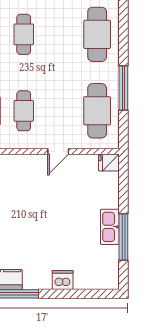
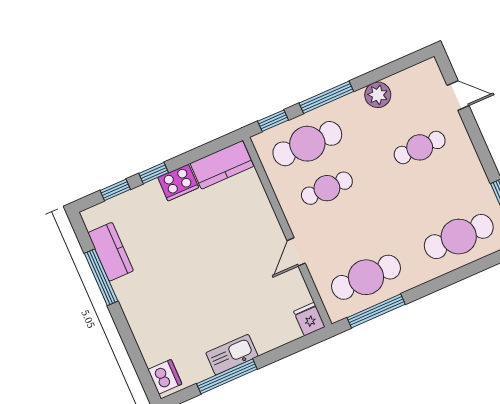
window: (123, 88) -> (376, 311), moved
door: (58, 151) -> (296, 252), hinge flipped
dishwasher: (63, 280) -> (165, 377), moved

